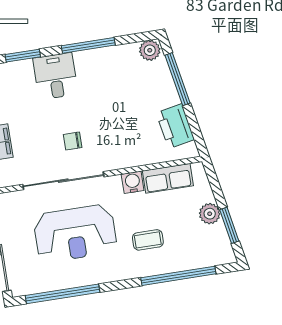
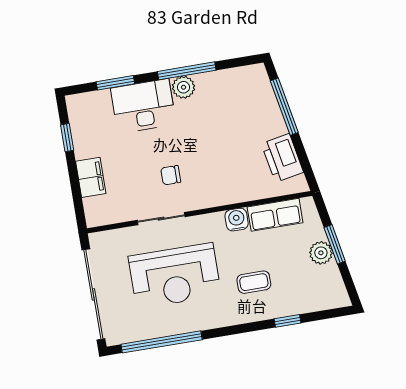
plant: (150, 50) -> (183, 87), moved
desk: (55, 76) -> (143, 106), width x1.37
sliding door: (63, 181) -> (161, 219), width x0.54
window: (229, 225) -> (335, 244), moved
window: (178, 276) -> (288, 321), width x0.32

